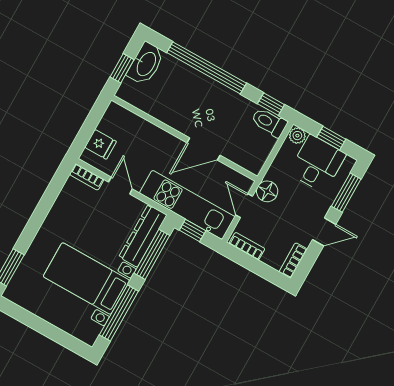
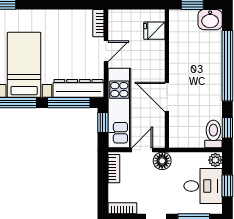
washbasin: (146, 64) -> (210, 20), width x0.72
fridge: (101, 144) -> (154, 31), moved, turned 90

